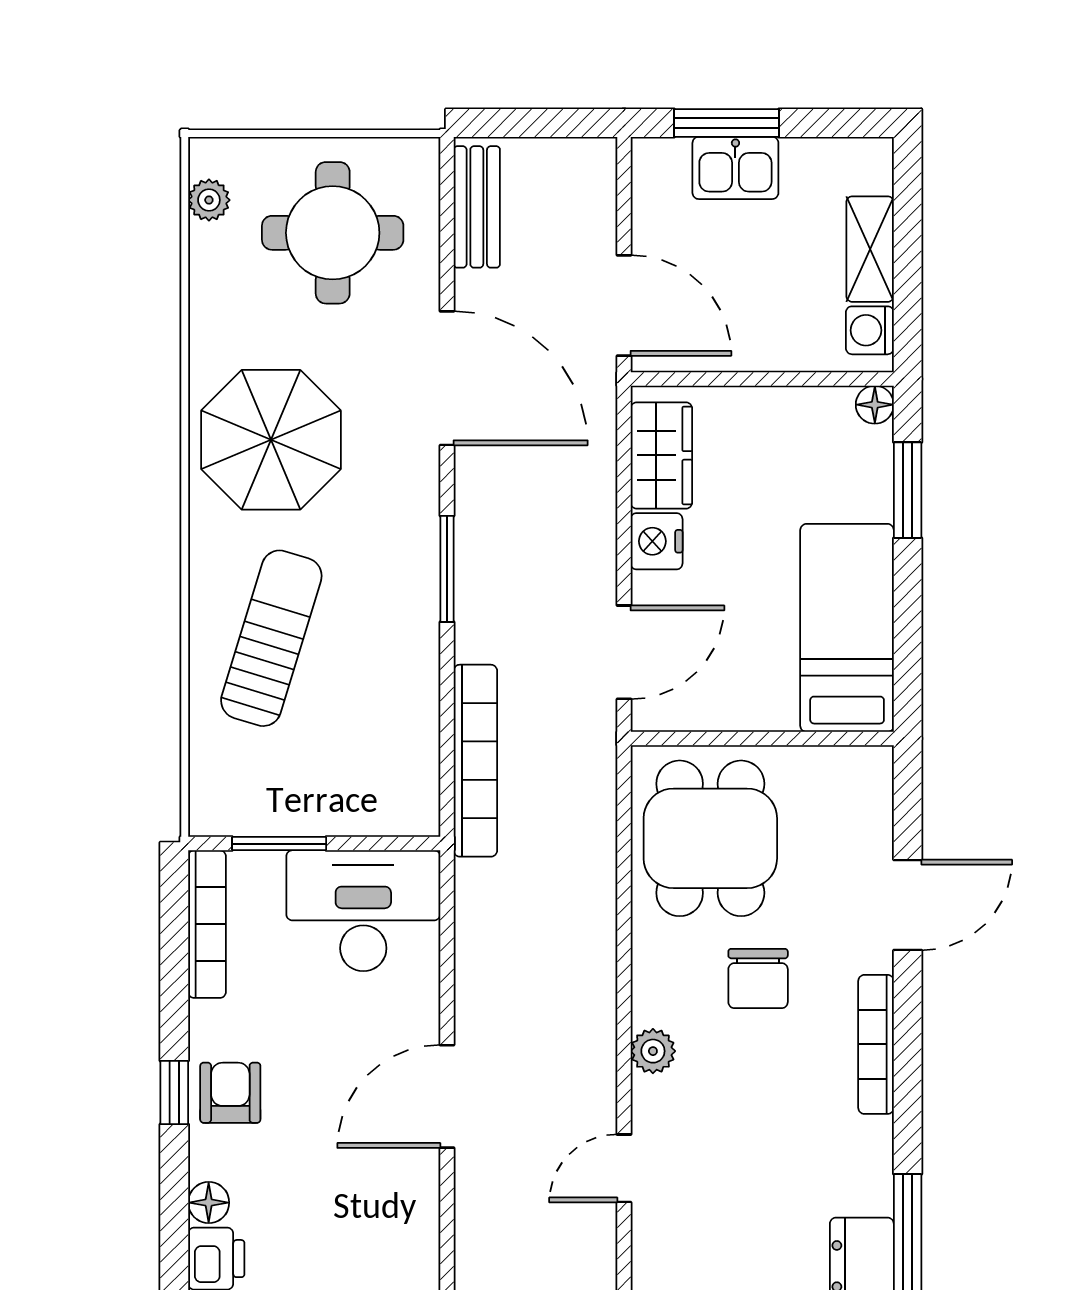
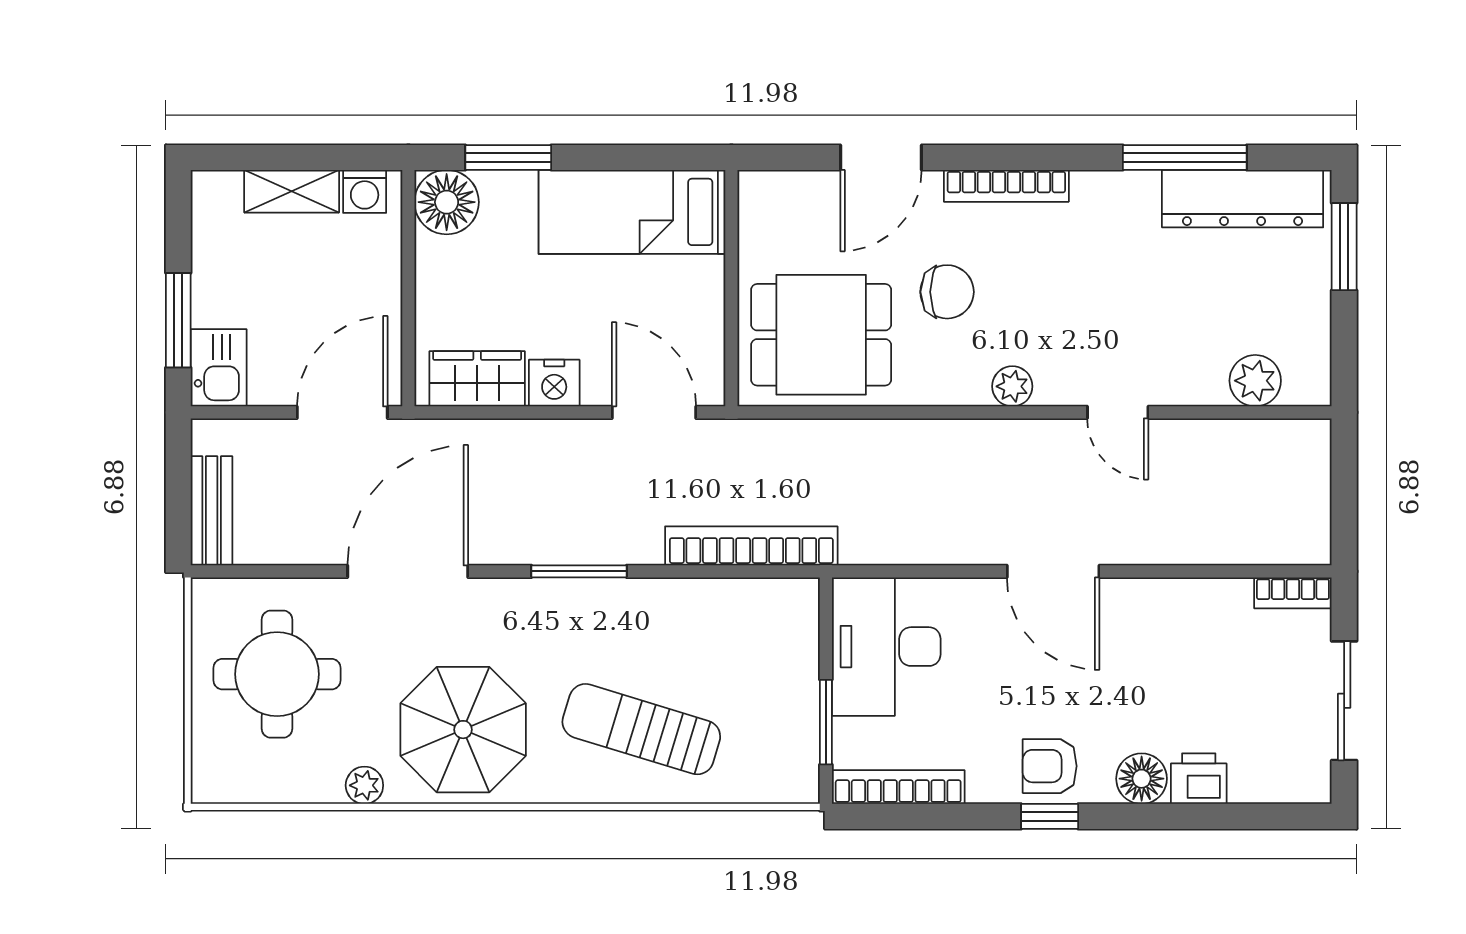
kitchen sink: (735, 168) -> (219, 368), moved
plant: (209, 200) -> (364, 785), moved
bench: (477, 207) -> (212, 511), moved, turned 90
floor lamp: (875, 405) -> (447, 202), width x1.89, depth x1.89
door: (908, 905) -> (881, 157), swing flipped
floor lamp: (209, 1203) -> (1142, 779), width x1.37, depth x1.37

